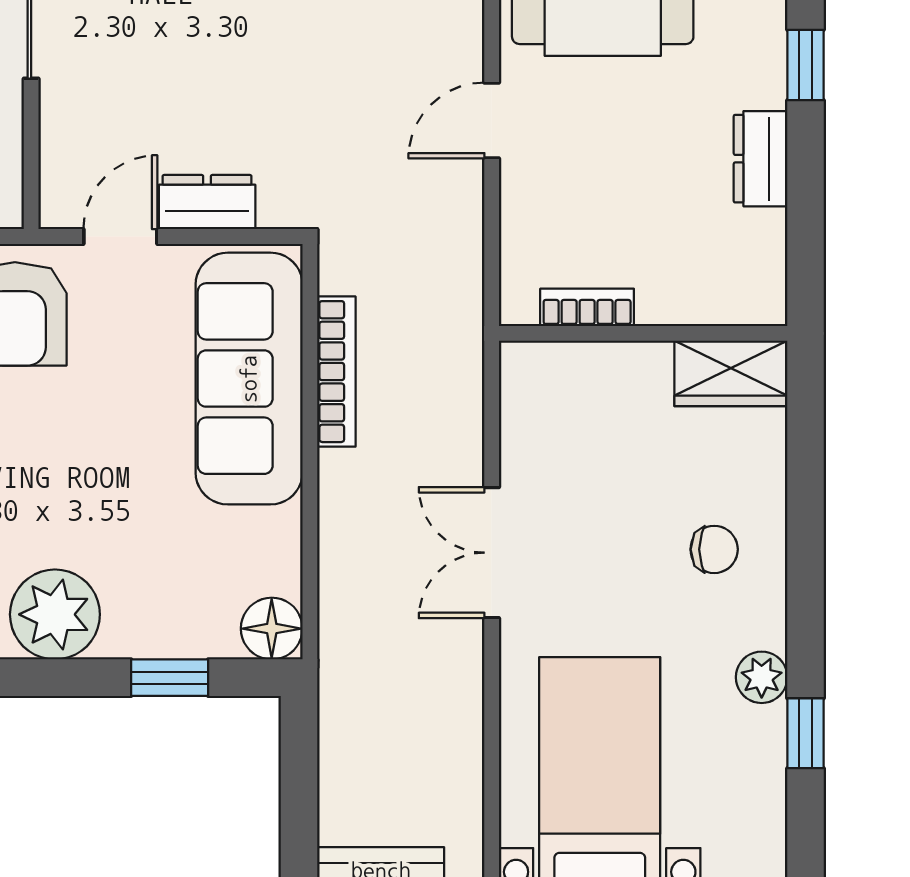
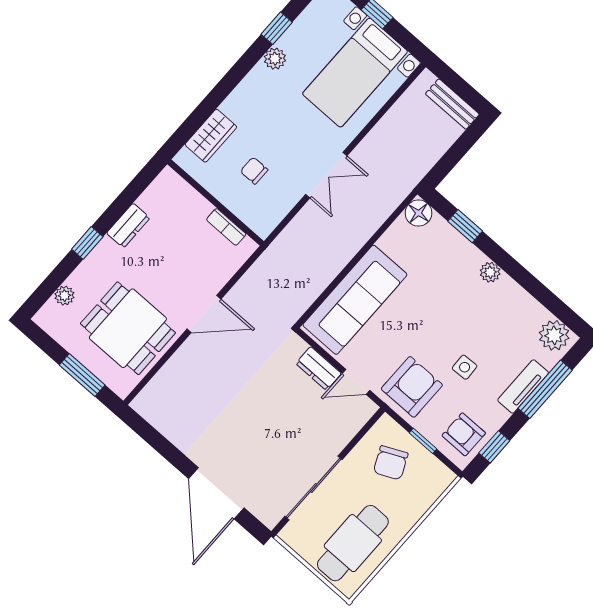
door: (492, 120) -> (204, 314), width x1.38
bookcase: (336, 372) -> (325, 277), removed
wardrobe: (731, 373) -> (211, 136), moved, turned 90
chair: (714, 549) -> (254, 171), moved
plant: (55, 614) -> (490, 272), width x0.53, depth x0.53

